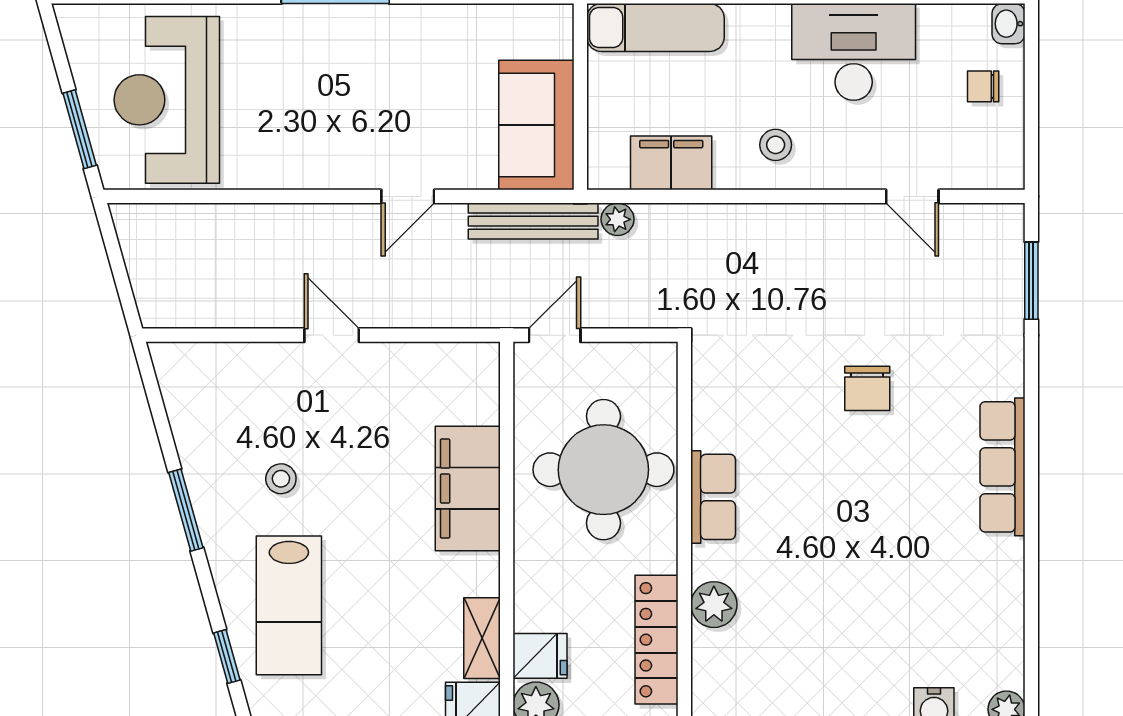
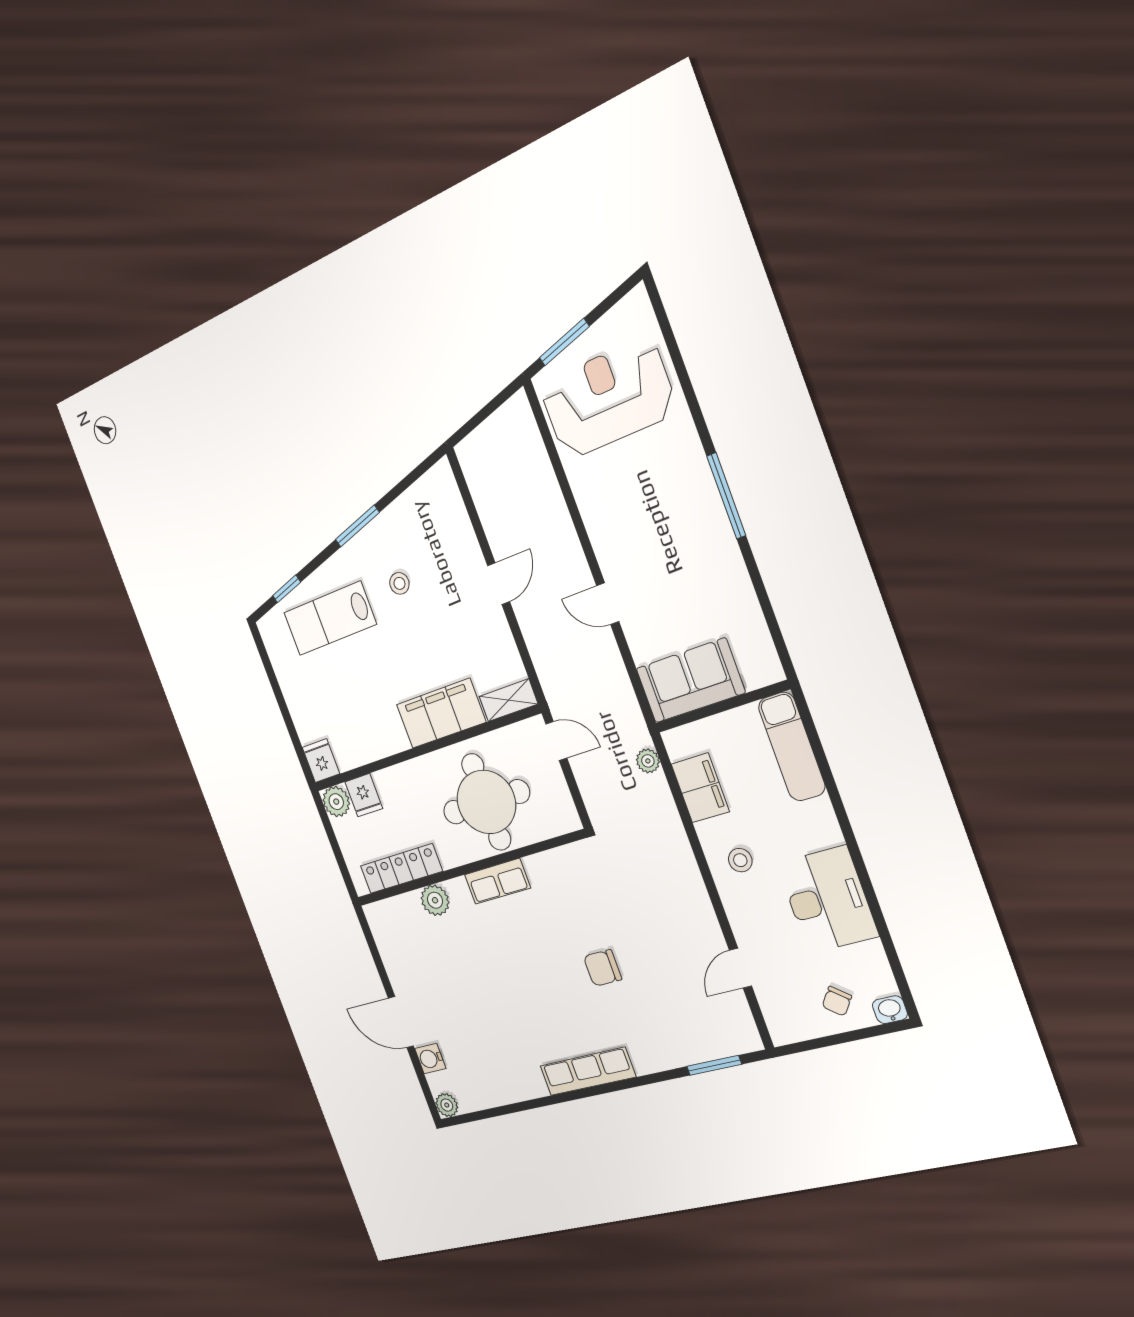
chair: (983, 86) -> (837, 1001), turned -142
bench: (533, 221) -> (624, 700), removed
shelving: (482, 638) -> (508, 700), moved

